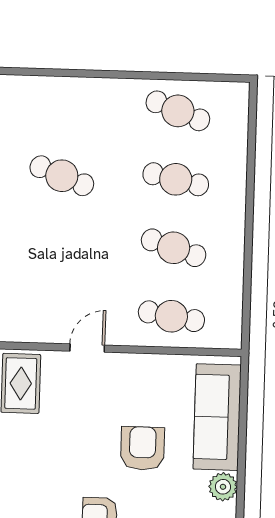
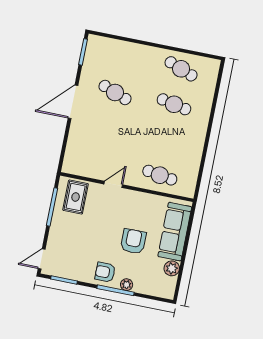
cafe table: (174, 248) -> (167, 140), removed

